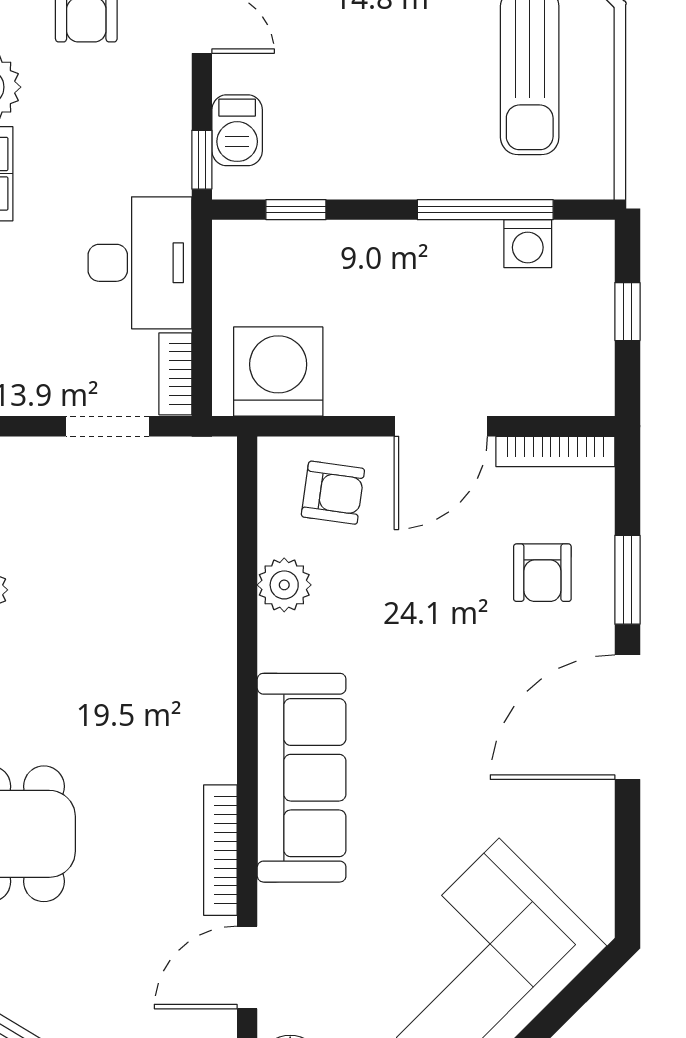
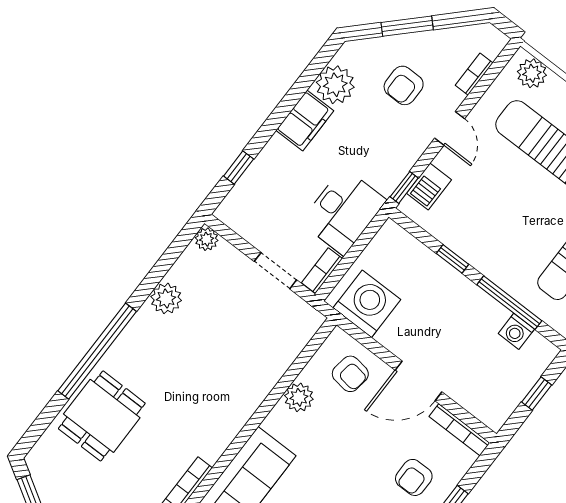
window: (296, 210) -> (452, 259), moved

